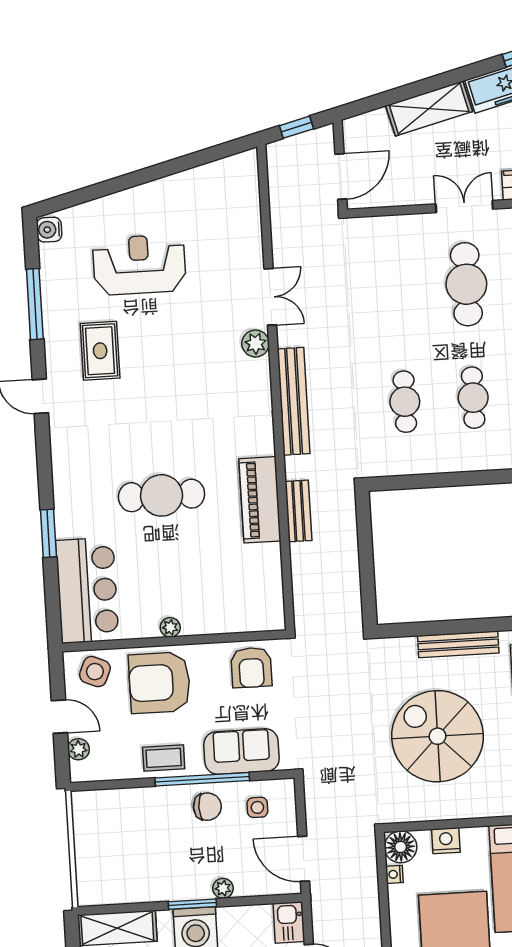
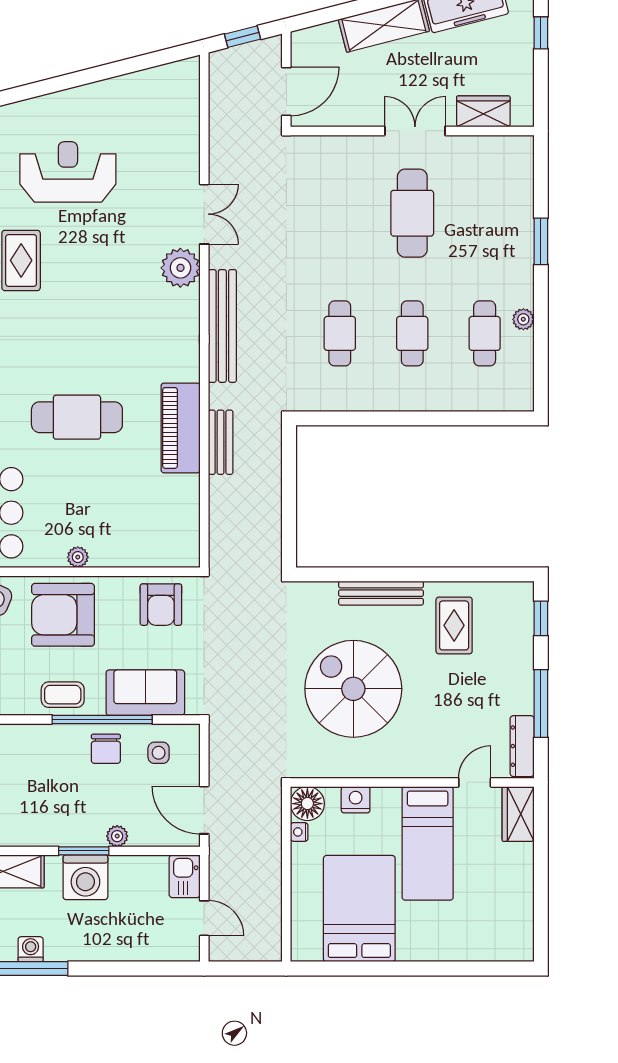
plant: (255, 344) -> (180, 268), width x1.36, depth x1.36
chair: (207, 807) -> (106, 749), turned 90

